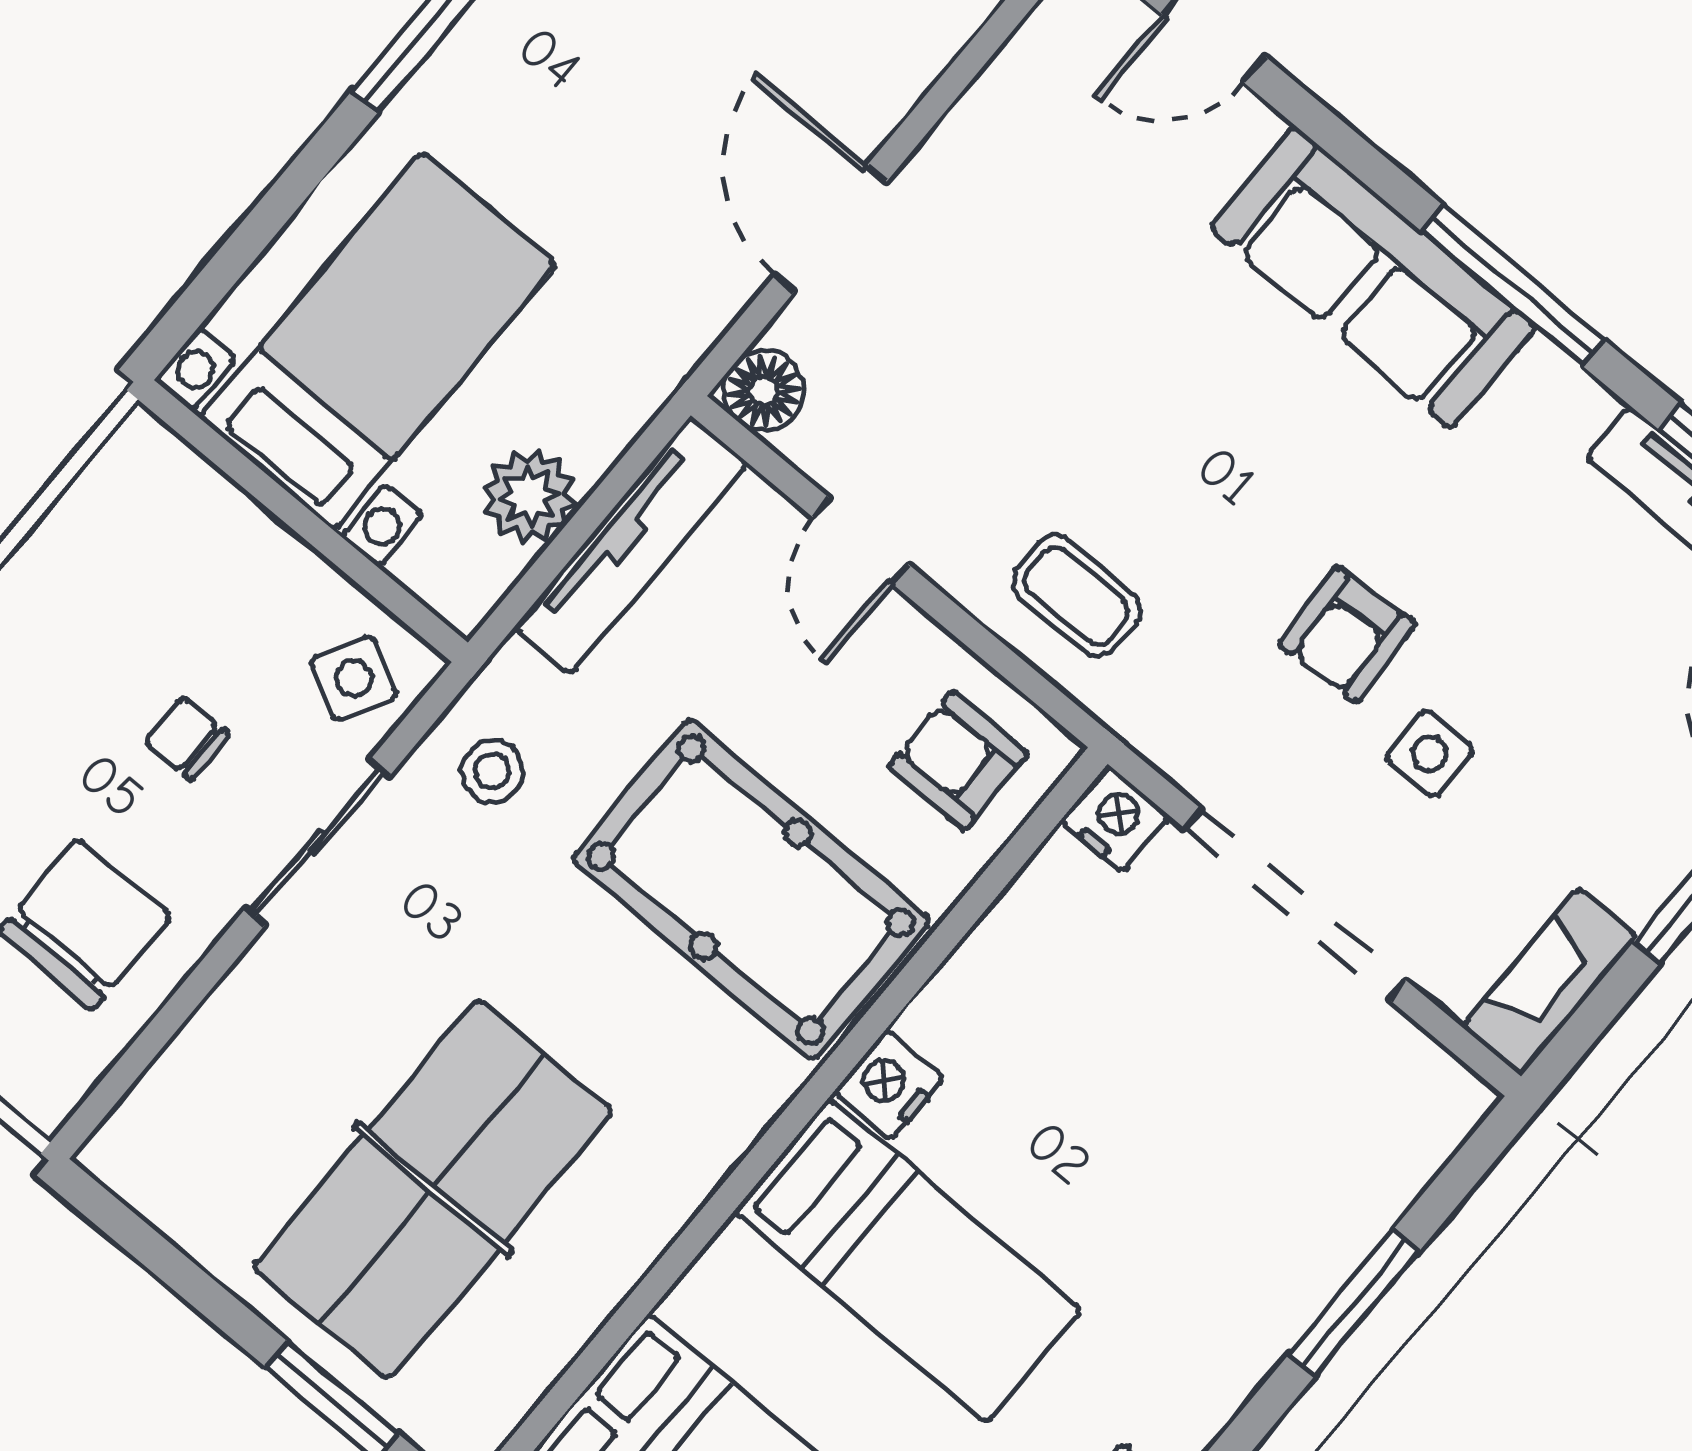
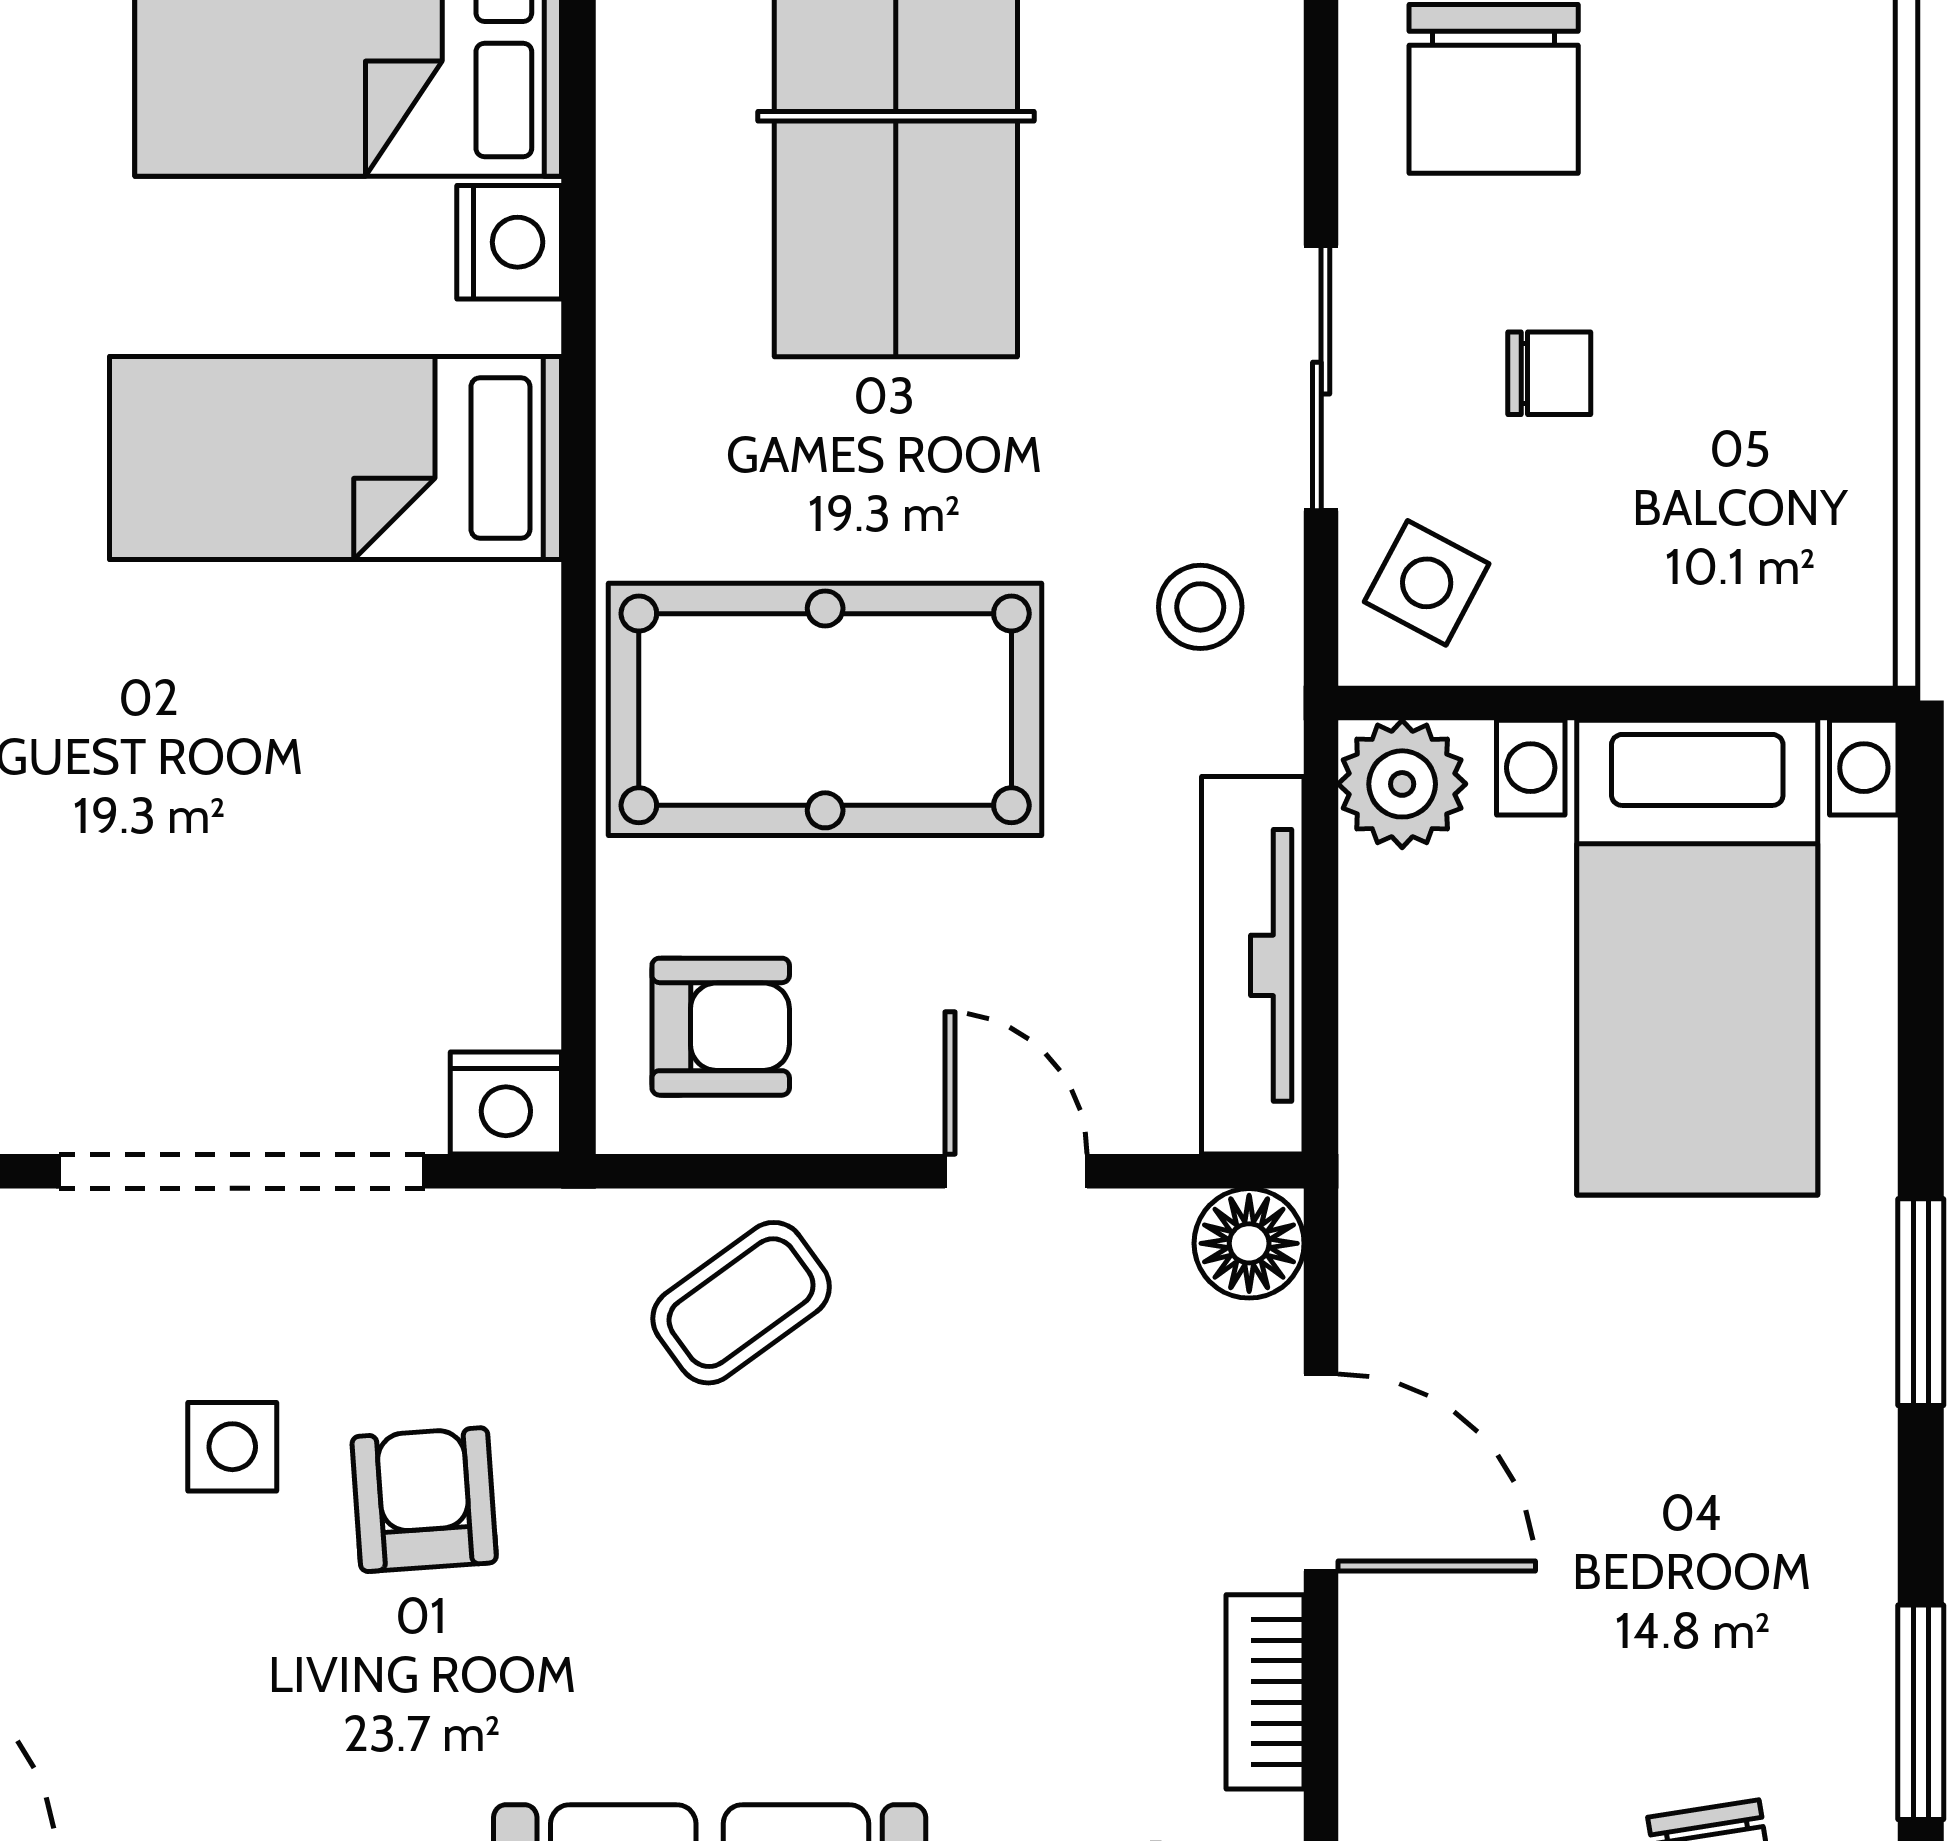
bookcase: (965, 132) -> (1265, 1692), added
plant: (530, 496) -> (1402, 784), moved
coffee table: (1076, 596) -> (741, 1303), turned -36
nightstand: (889, 1085) -> (509, 242), moved

